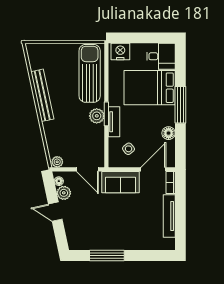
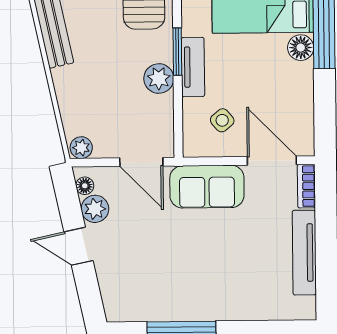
plant: (97, 116) -> (159, 79), moved
floor lamp: (169, 133) -> (301, 48), moved
door: (153, 169) -> (272, 161), hinge flipped

